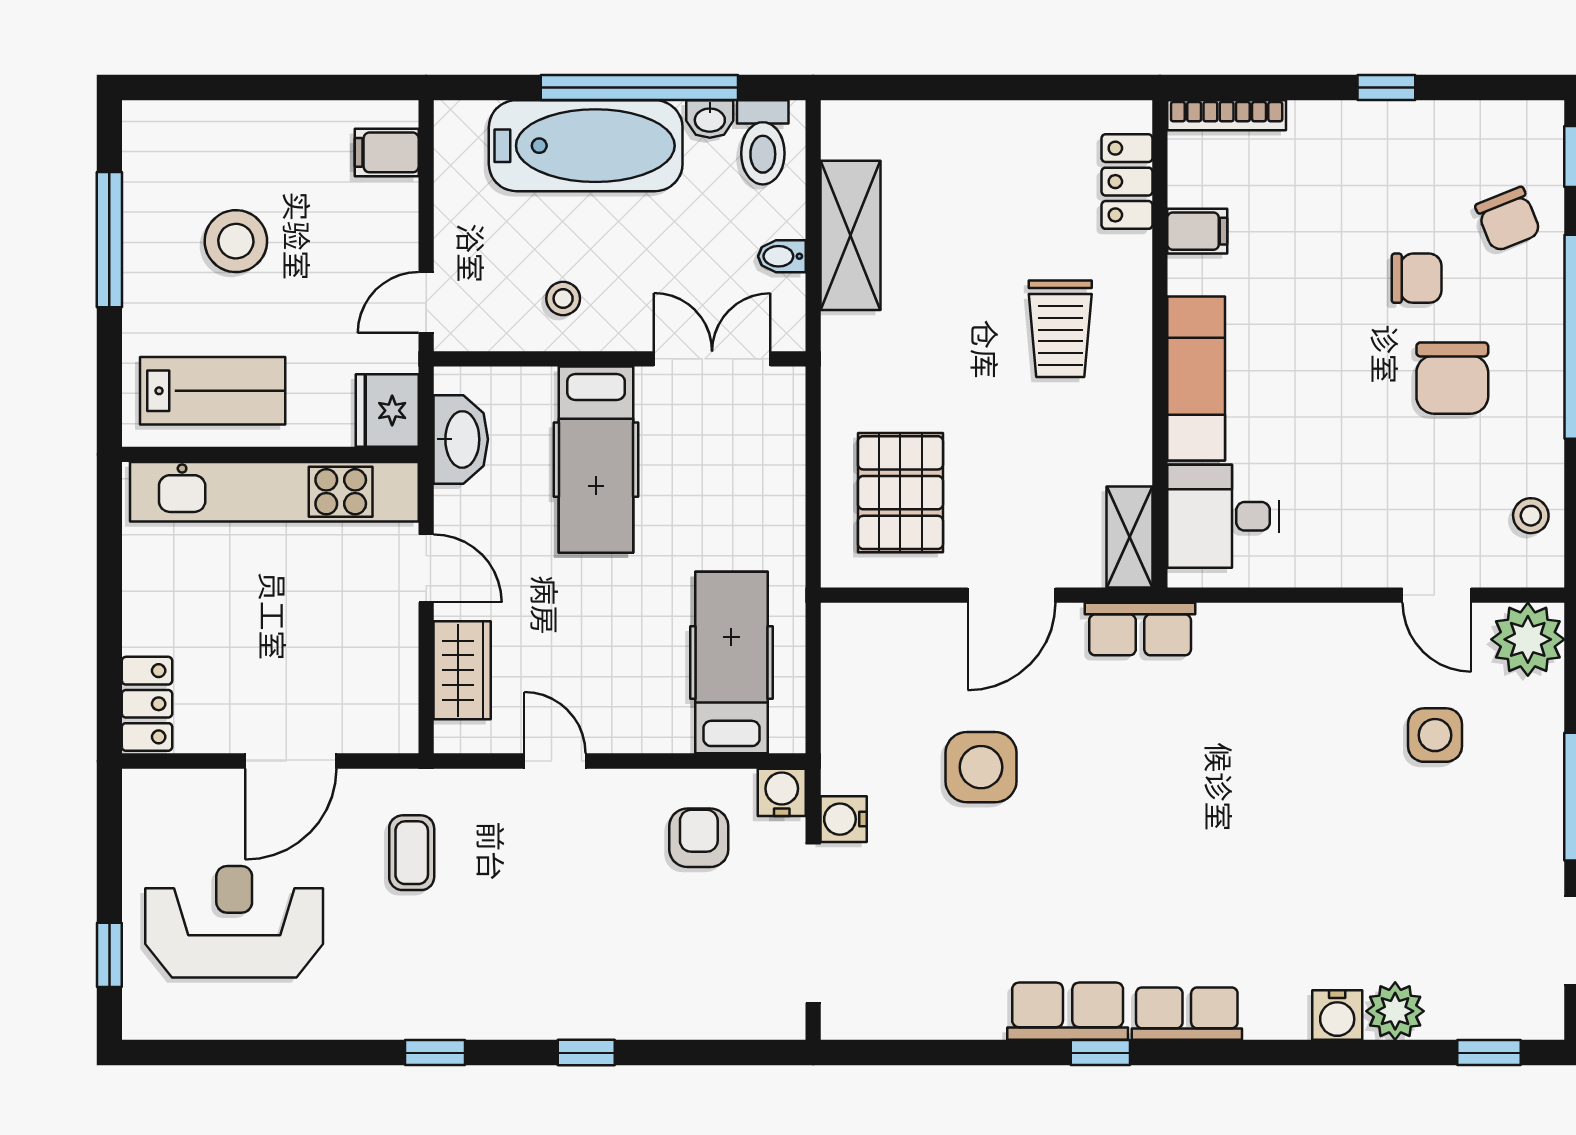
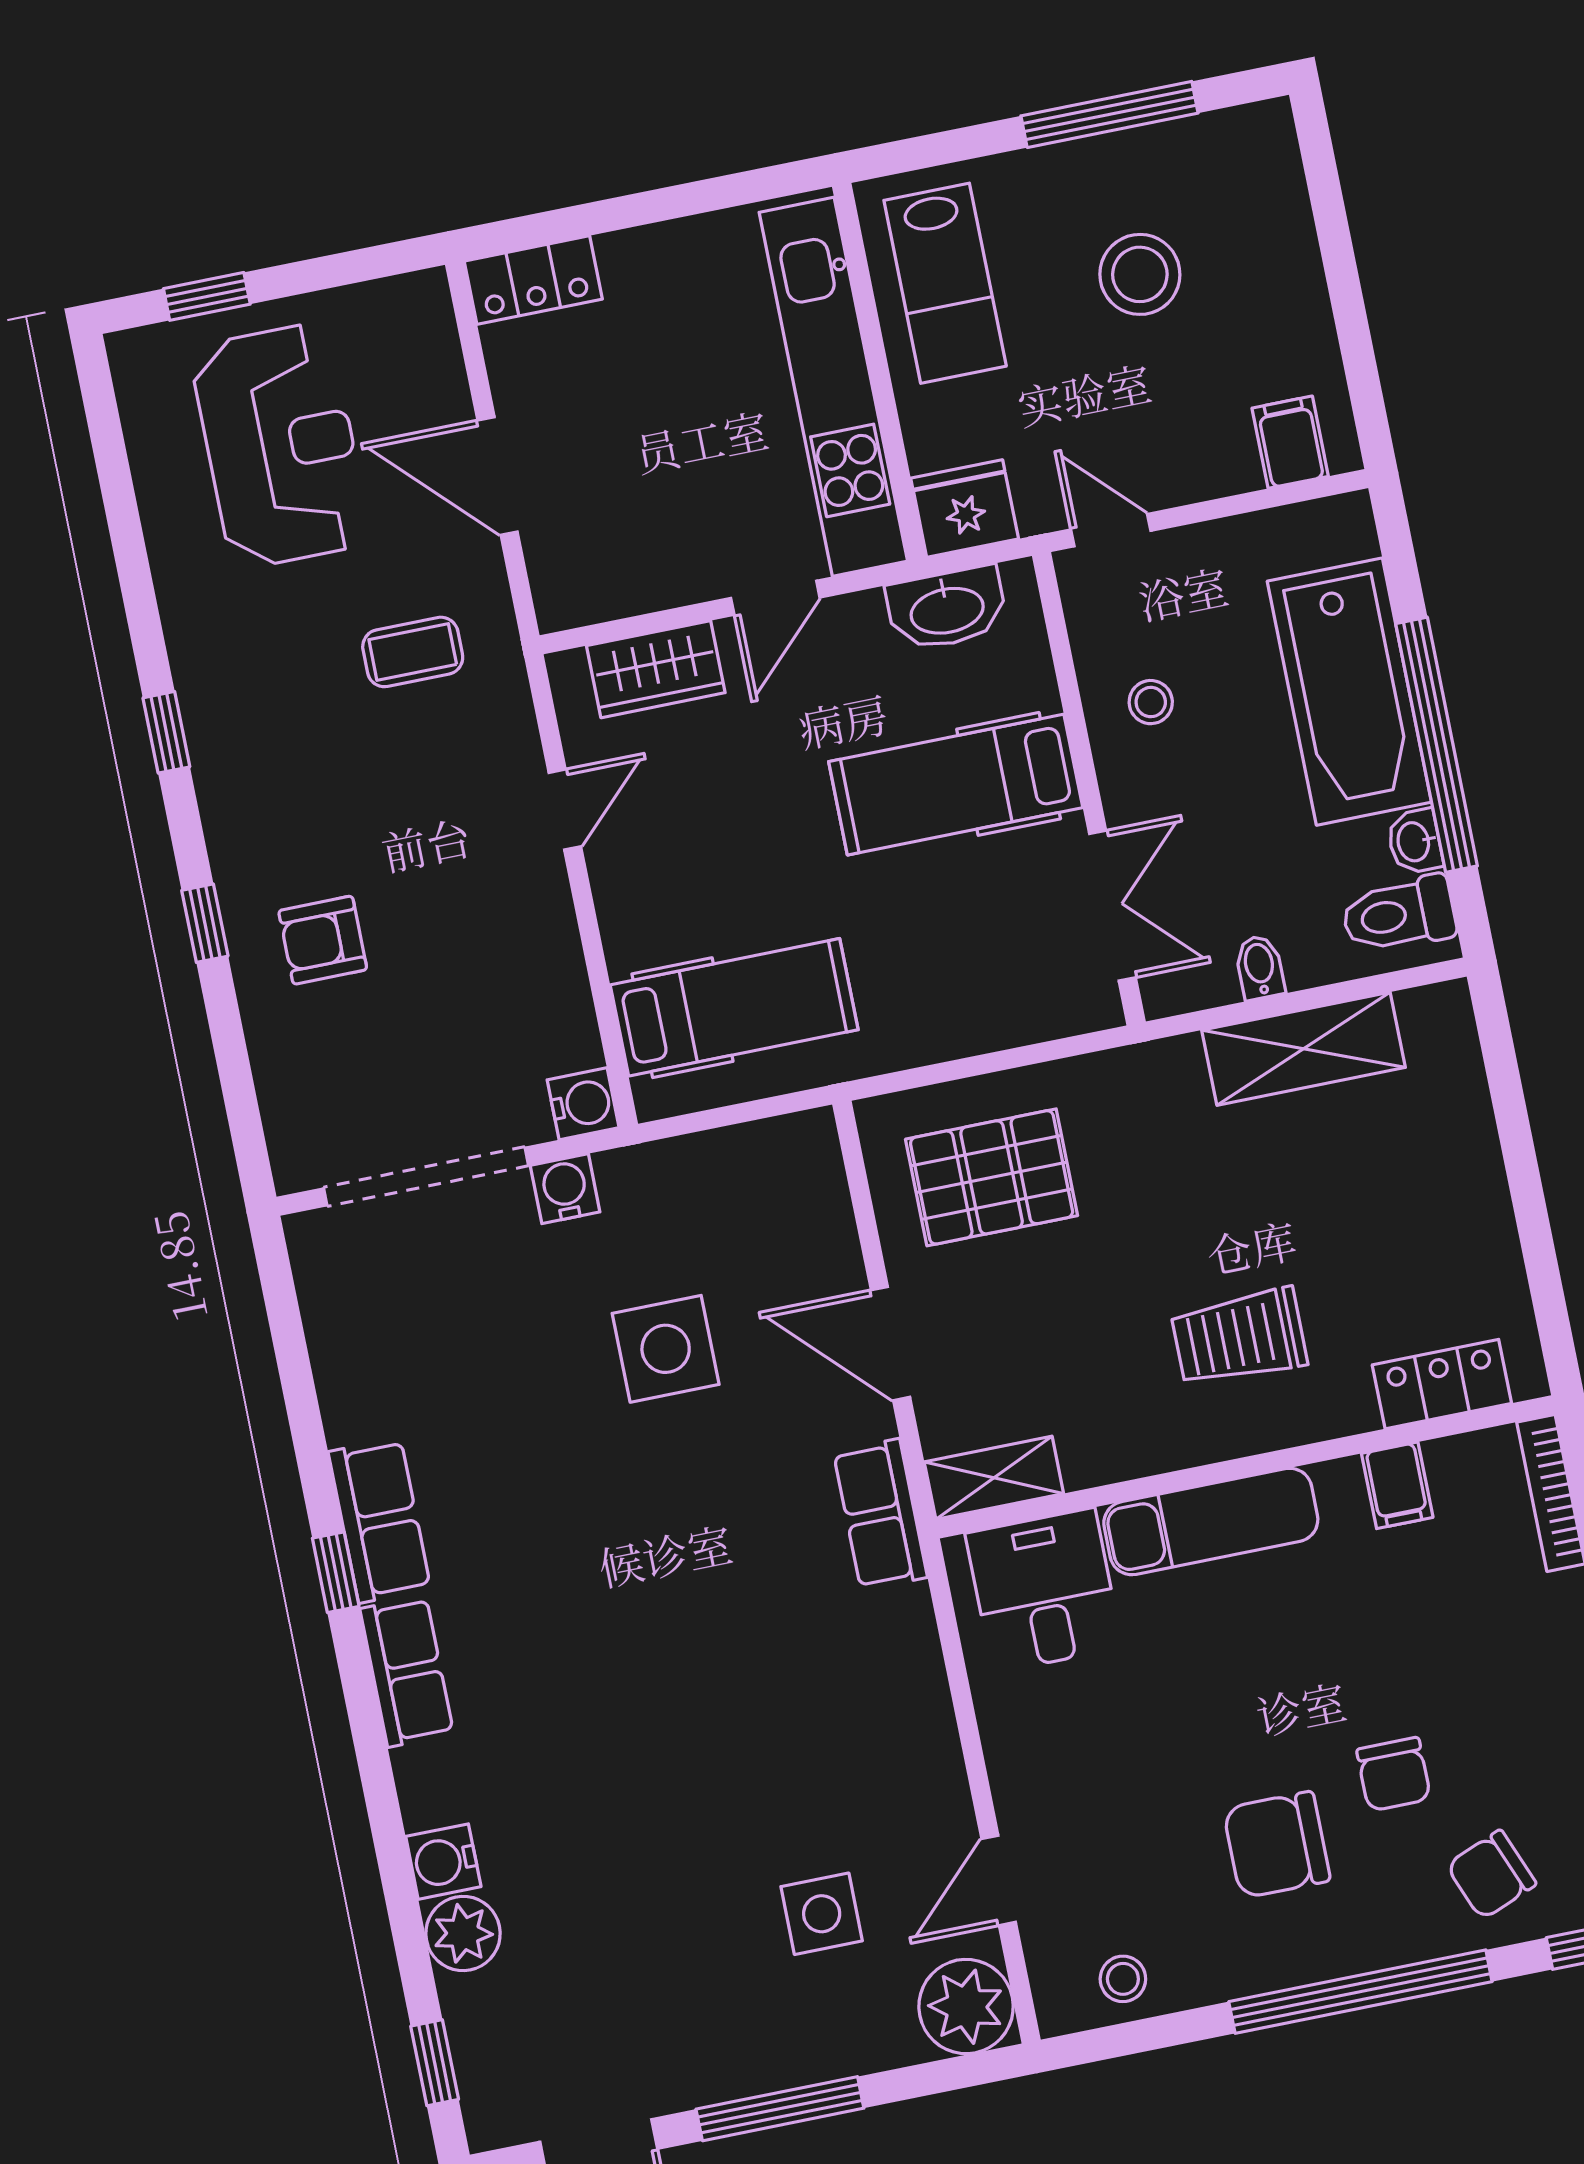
armchair: (699, 838) -> (323, 940), moved, turned 180

